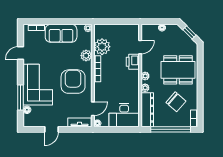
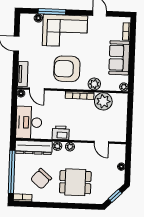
printer: (133, 62) -> (61, 133), moved
dining table: (178, 70) -> (75, 182), width x0.73
armchair: (73, 82) -> (67, 69), turned 180

